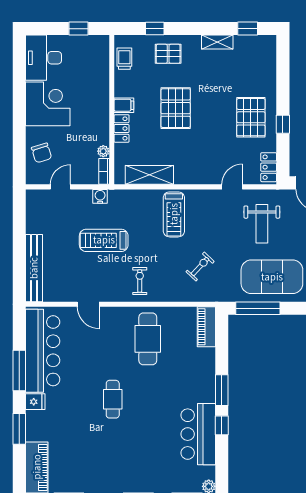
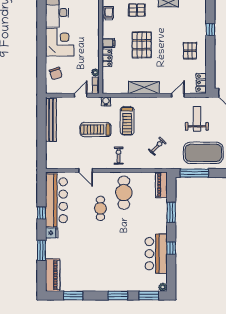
pallet: (251, 117) -> (190, 51), width x0.67, depth x0.71
window: (283, 124) -> (210, 29), moved
shelving: (149, 175) -> (144, 88), moved
door: (60, 187) -> (81, 95), moved
water cooler: (100, 196) -> (106, 101), moved
treadmill: (174, 214) -> (127, 121), moved
weight bench: (262, 224) -> (197, 119), turned 180
bench: (34, 268) -> (51, 120), moved
window: (19, 371) -> (41, 213), width x0.46
window: (222, 390) -> (171, 212), moved
cafe table: (113, 399) -> (100, 208), moved

